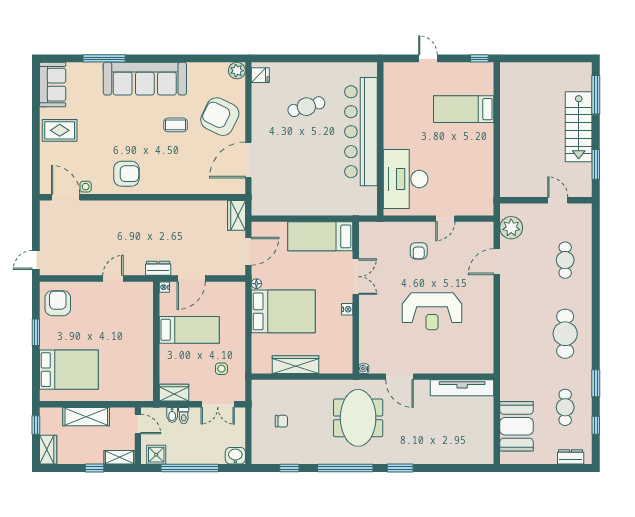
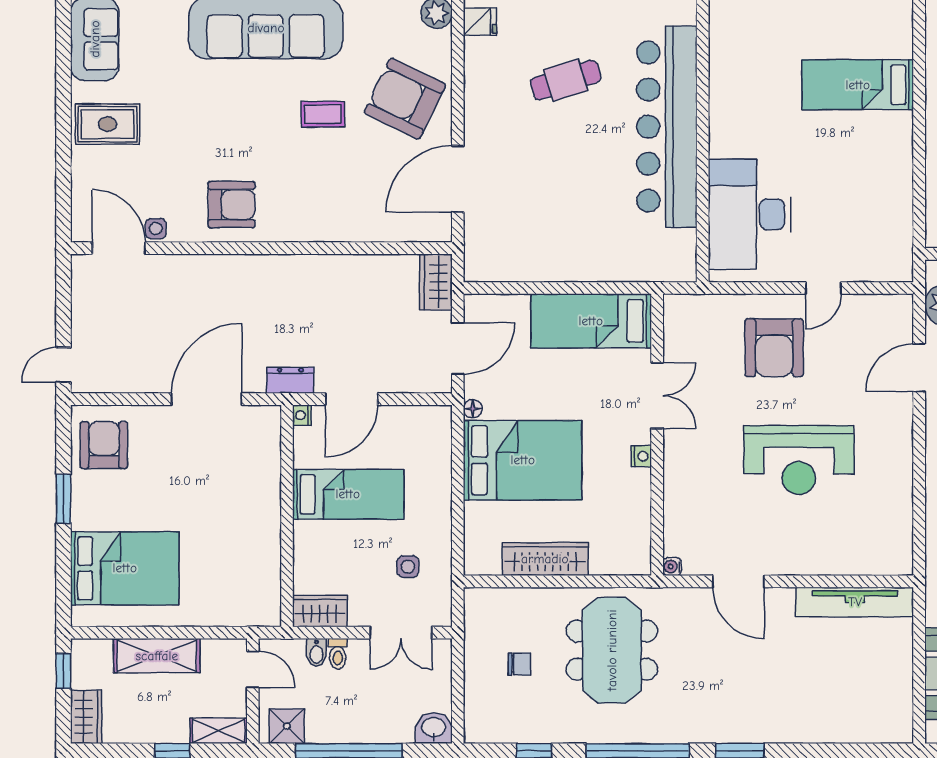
armchair: (419, 251) -> (774, 348), width x1.88, depth x1.88
door: (113, 278) -> (207, 399), width x1.88
meeting table: (358, 418) -> (612, 650), moved

